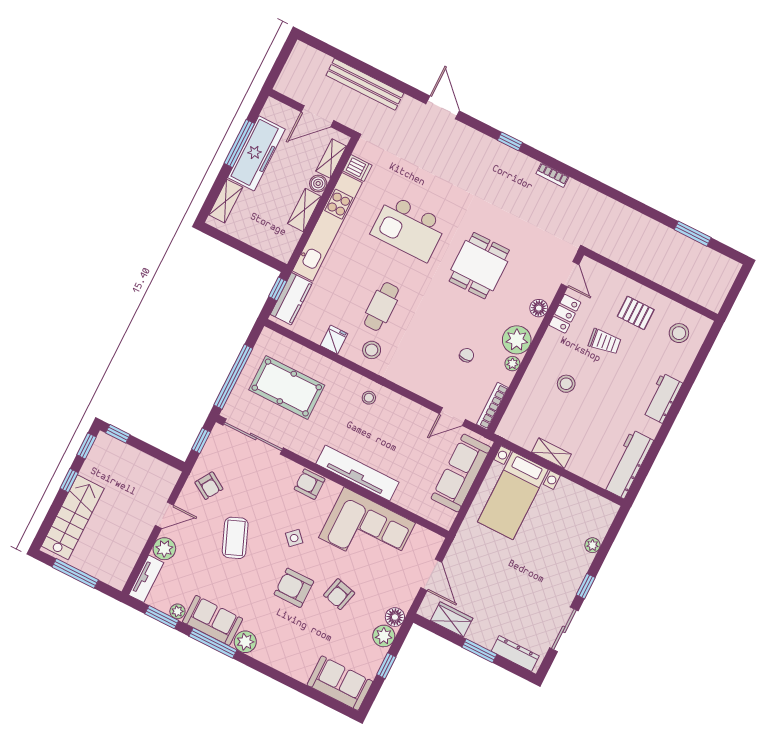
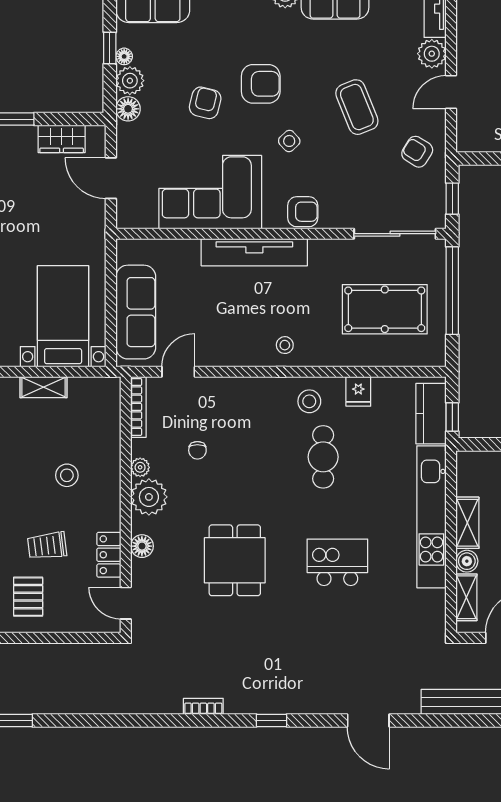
dishwasher: (357, 168) -> (431, 602), removed
kitchen island: (409, 228) -> (337, 562), width x0.73, depth x0.78
pallet: (636, 313) -> (28, 597), turned 90
floor lamp: (379, 655) -> (124, 56), added

